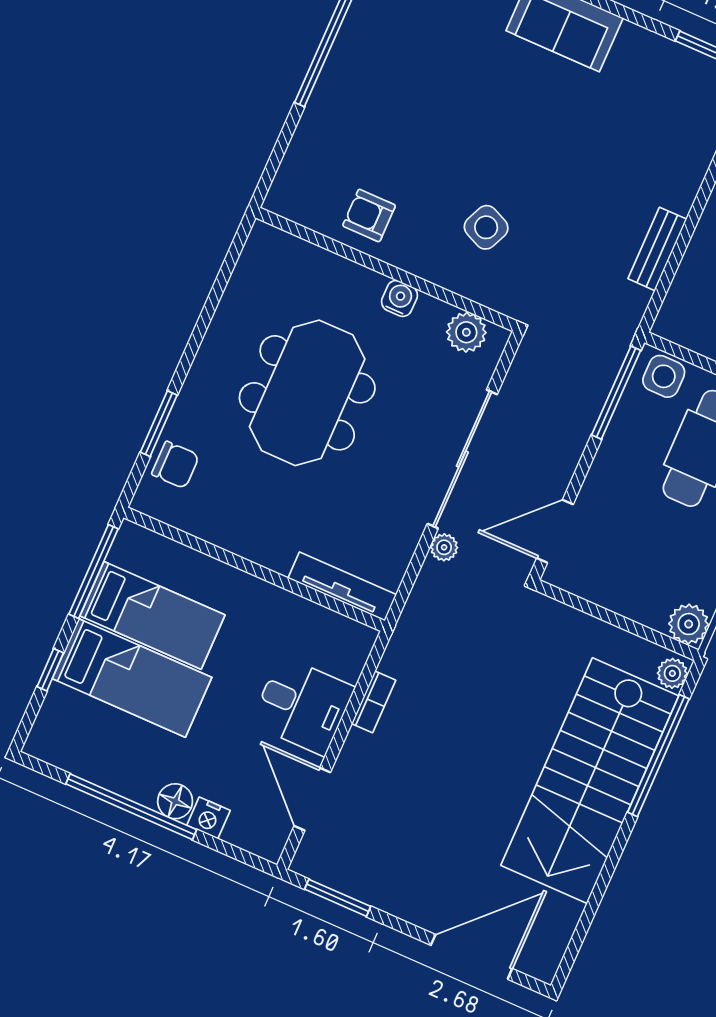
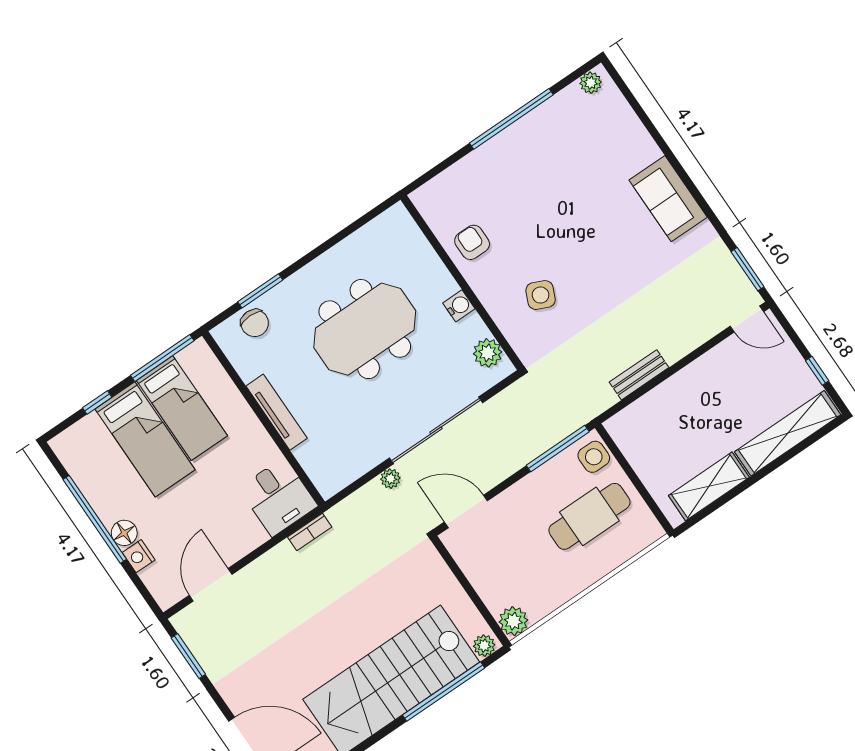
tv unit: (342, 586) -> (277, 412), moved
bookcase: (374, 702) -> (310, 532), moved
desk: (303, 706) -> (278, 497), moved

